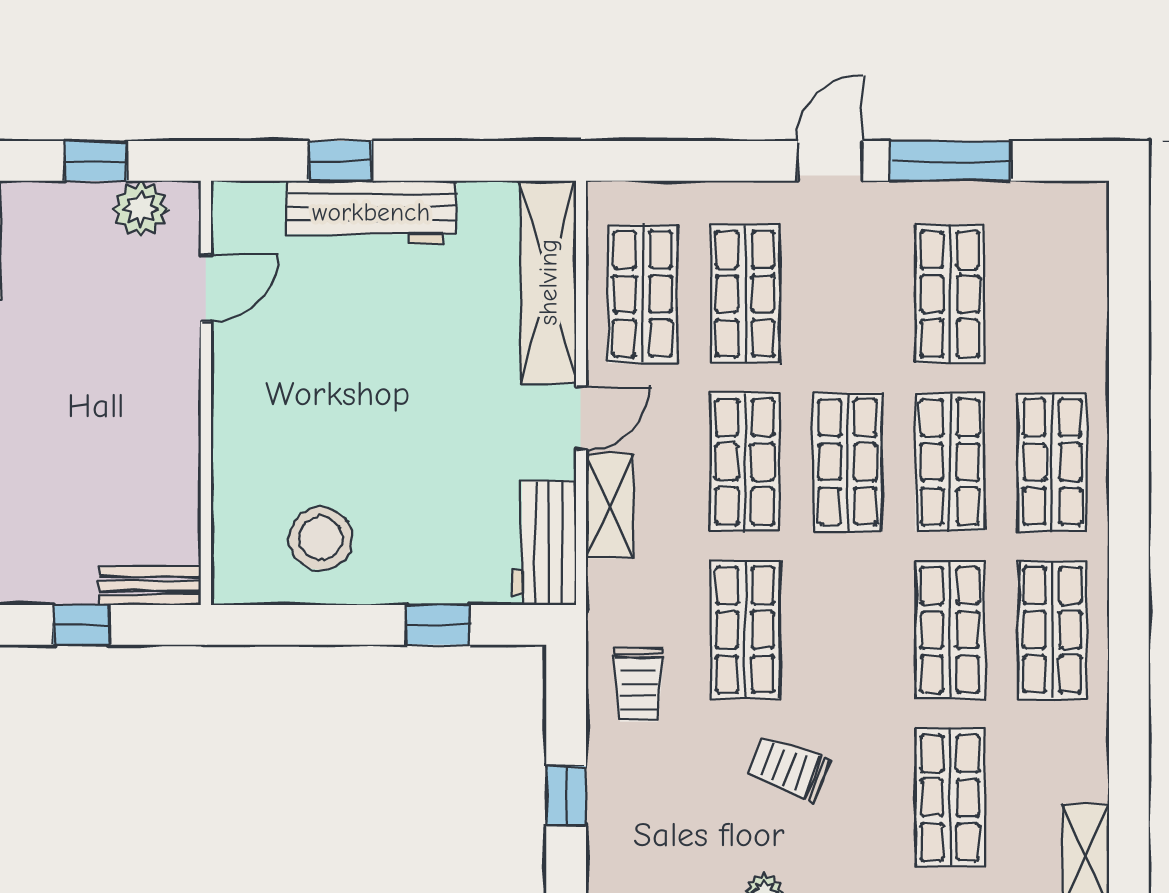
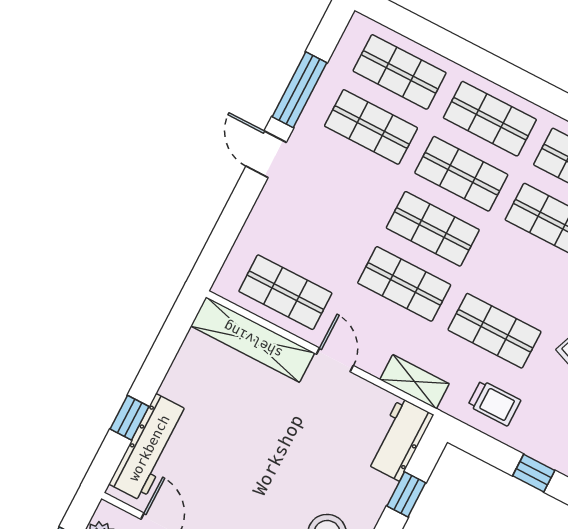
workbench: (371, 212) -> (149, 448), moved
shop shelf: (745, 294) -> (400, 72), moved
shelving: (610, 506) -> (414, 382), moved
workbench: (544, 543) -> (399, 439), moved, turned 90

